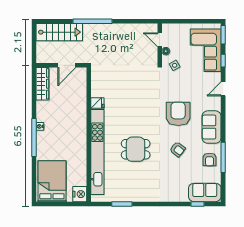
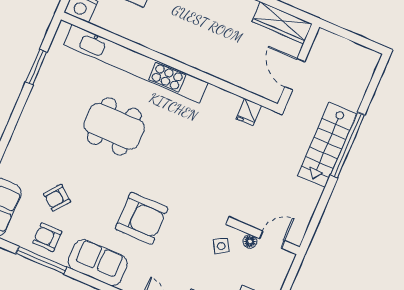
stairs: (59, 32) -> (327, 145), moved
fridge: (97, 103) -> (249, 112), moved
dining table: (136, 149) -> (114, 126), width x1.38
armchair: (177, 149) -> (57, 198), moved

